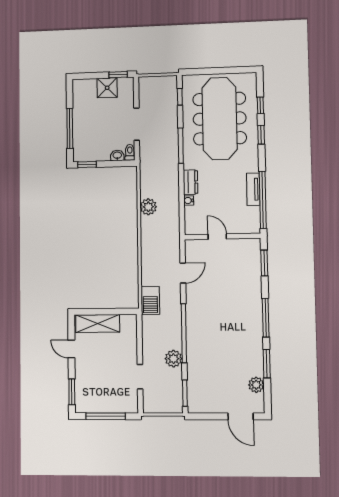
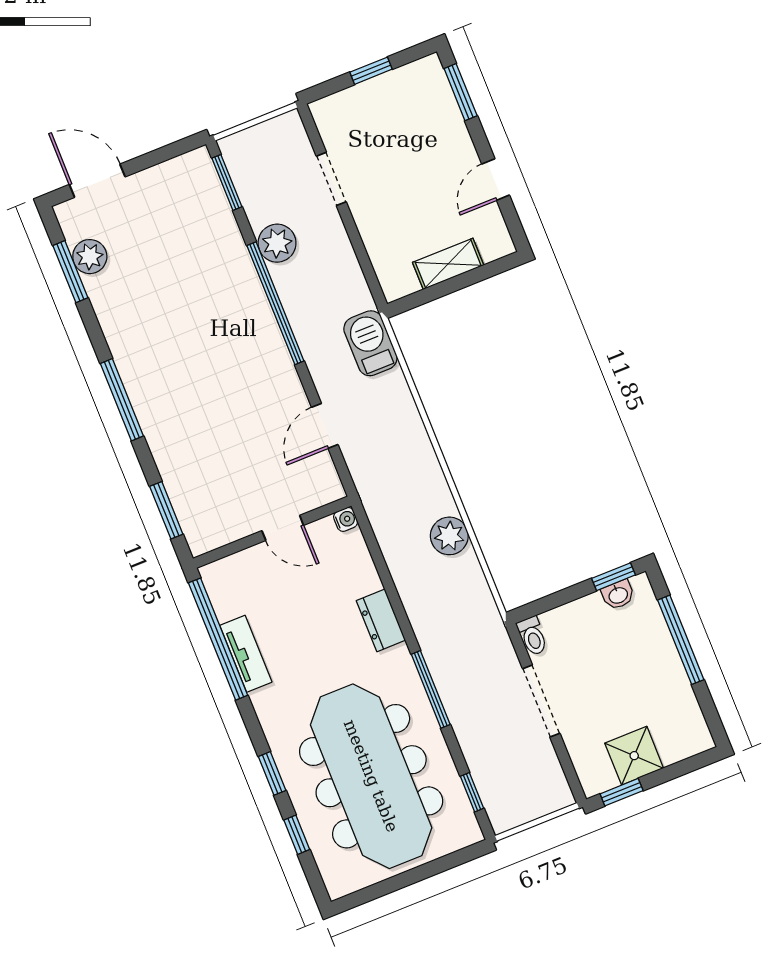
washbasin: (117, 155) -> (618, 595), moved
water cooler: (189, 200) -> (346, 519), moved
shelving: (98, 324) -> (448, 264), width x0.67, depth x0.75
door: (71, 349) -> (496, 180), swing flipped
window: (267, 364) -> (70, 272), moved
window: (106, 416) -> (371, 71), width x0.46

